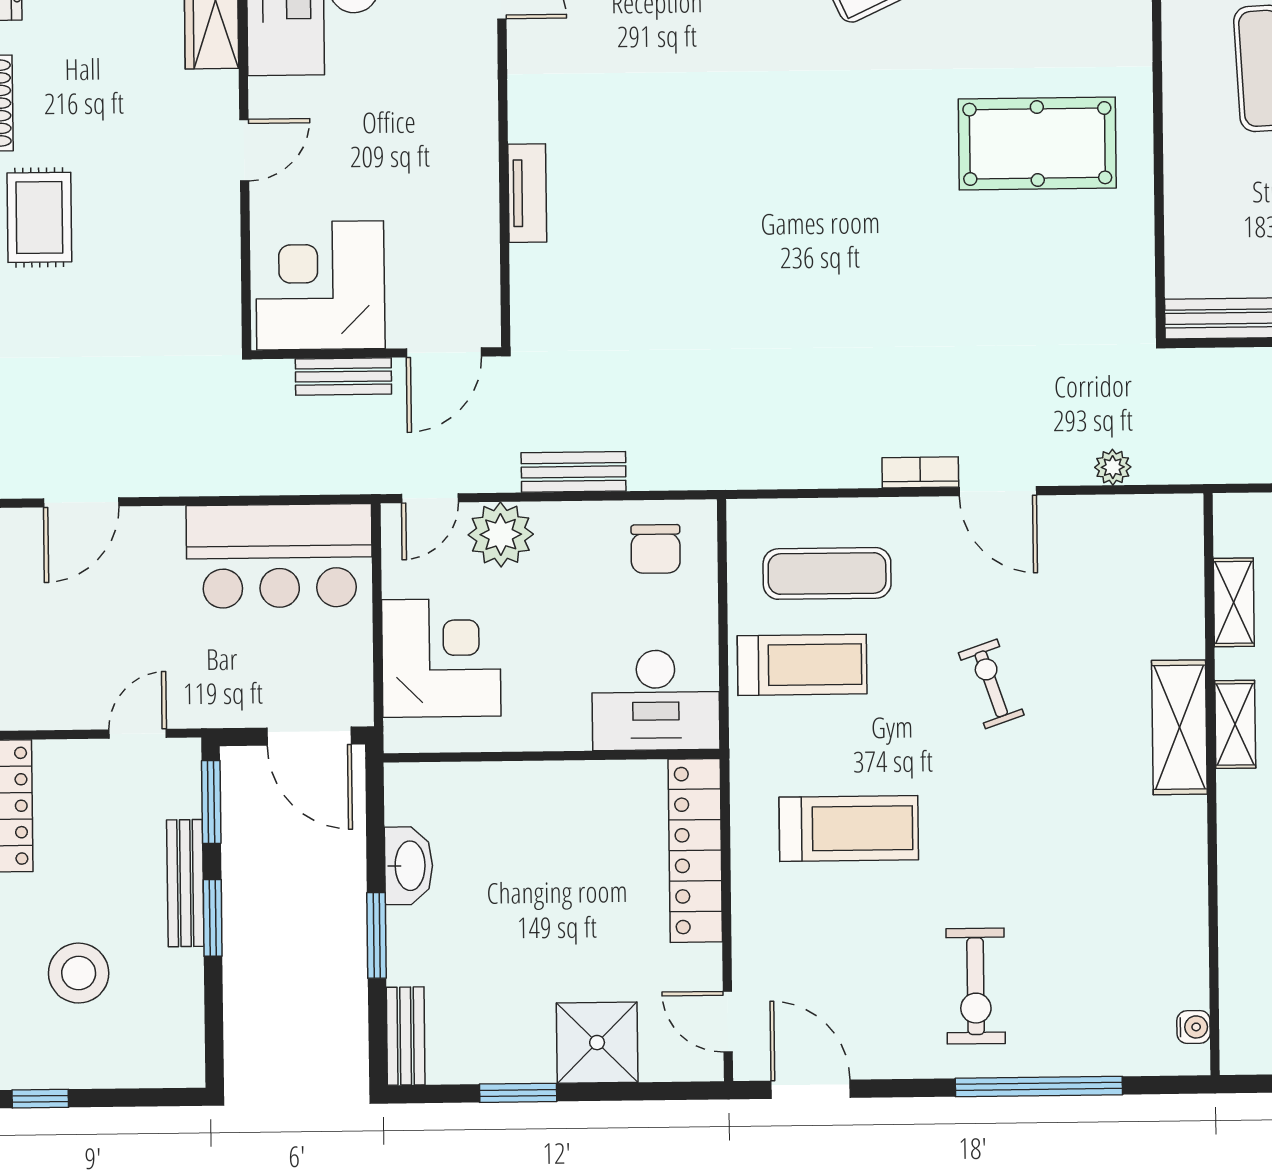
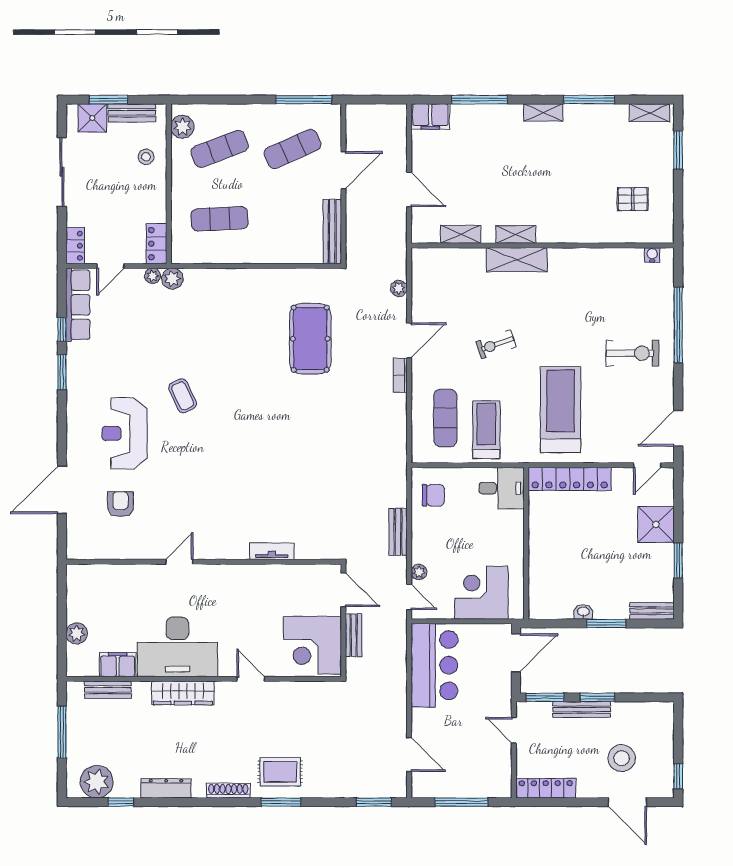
pool table: (1037, 144) -> (310, 339), moved
plant: (501, 534) -> (419, 572), width x0.53, depth x0.53
desk: (656, 700) -> (502, 488), width x0.73
treadmill: (849, 828) -> (561, 410), width x1.37, depth x1.38
washbasin: (409, 866) -> (583, 612), width x0.52, depth x0.69

